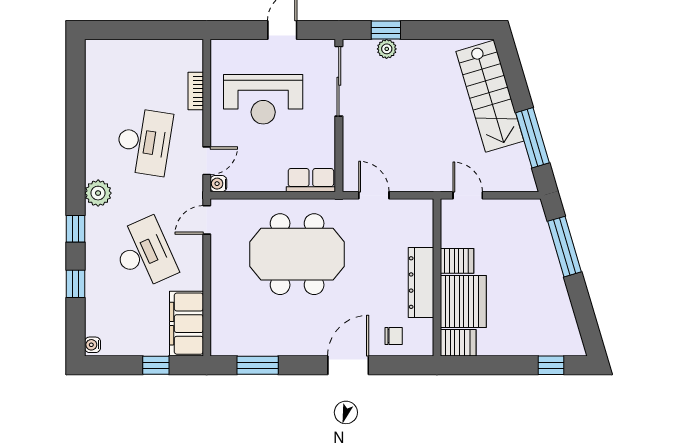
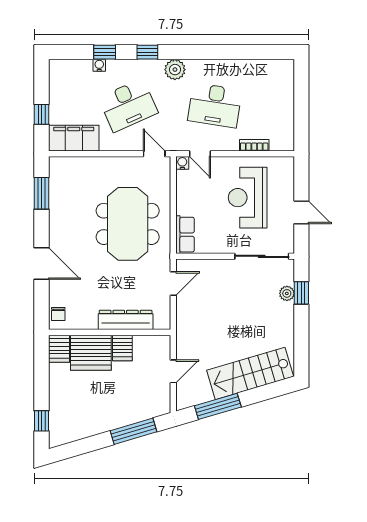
door: (468, 195) -> (173, 371), moved
dresser: (421, 283) -> (126, 320), moved
chair: (394, 336) -> (58, 314), moved
water cooler: (93, 345) -> (99, 65), moved

